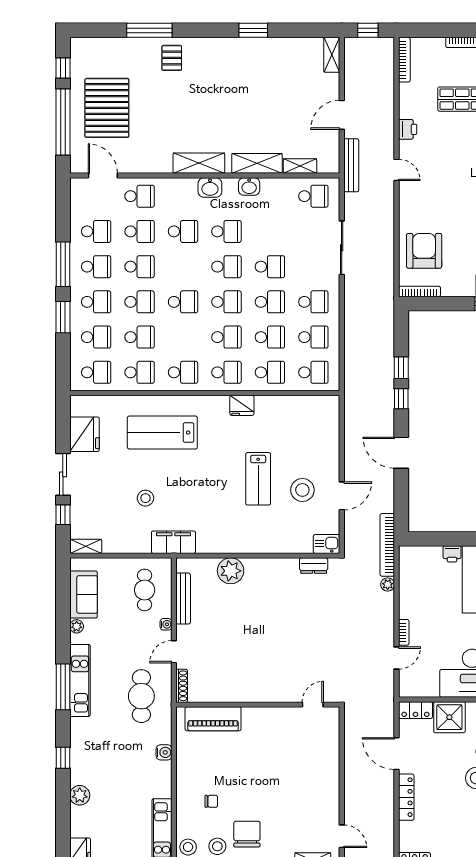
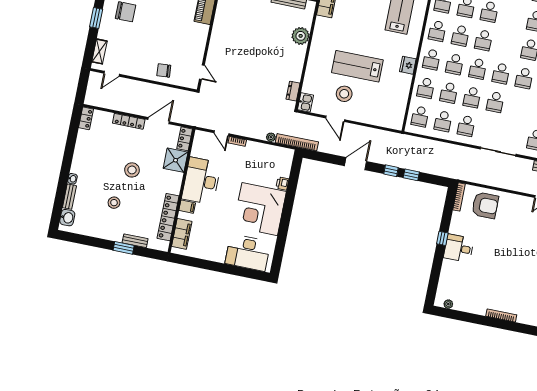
school desk: (140, 267) -> (460, 36), moved
lab bench: (258, 479) -> (357, 66), width x1.36, depth x1.39
chair: (322, 761) -> (164, 70), added

